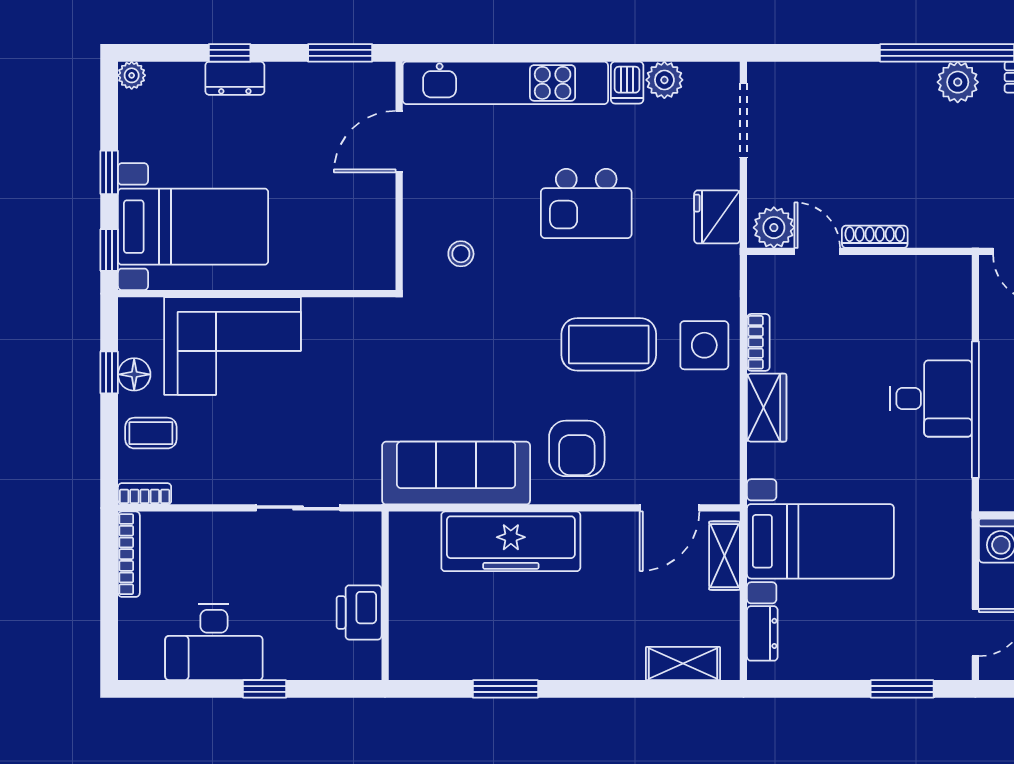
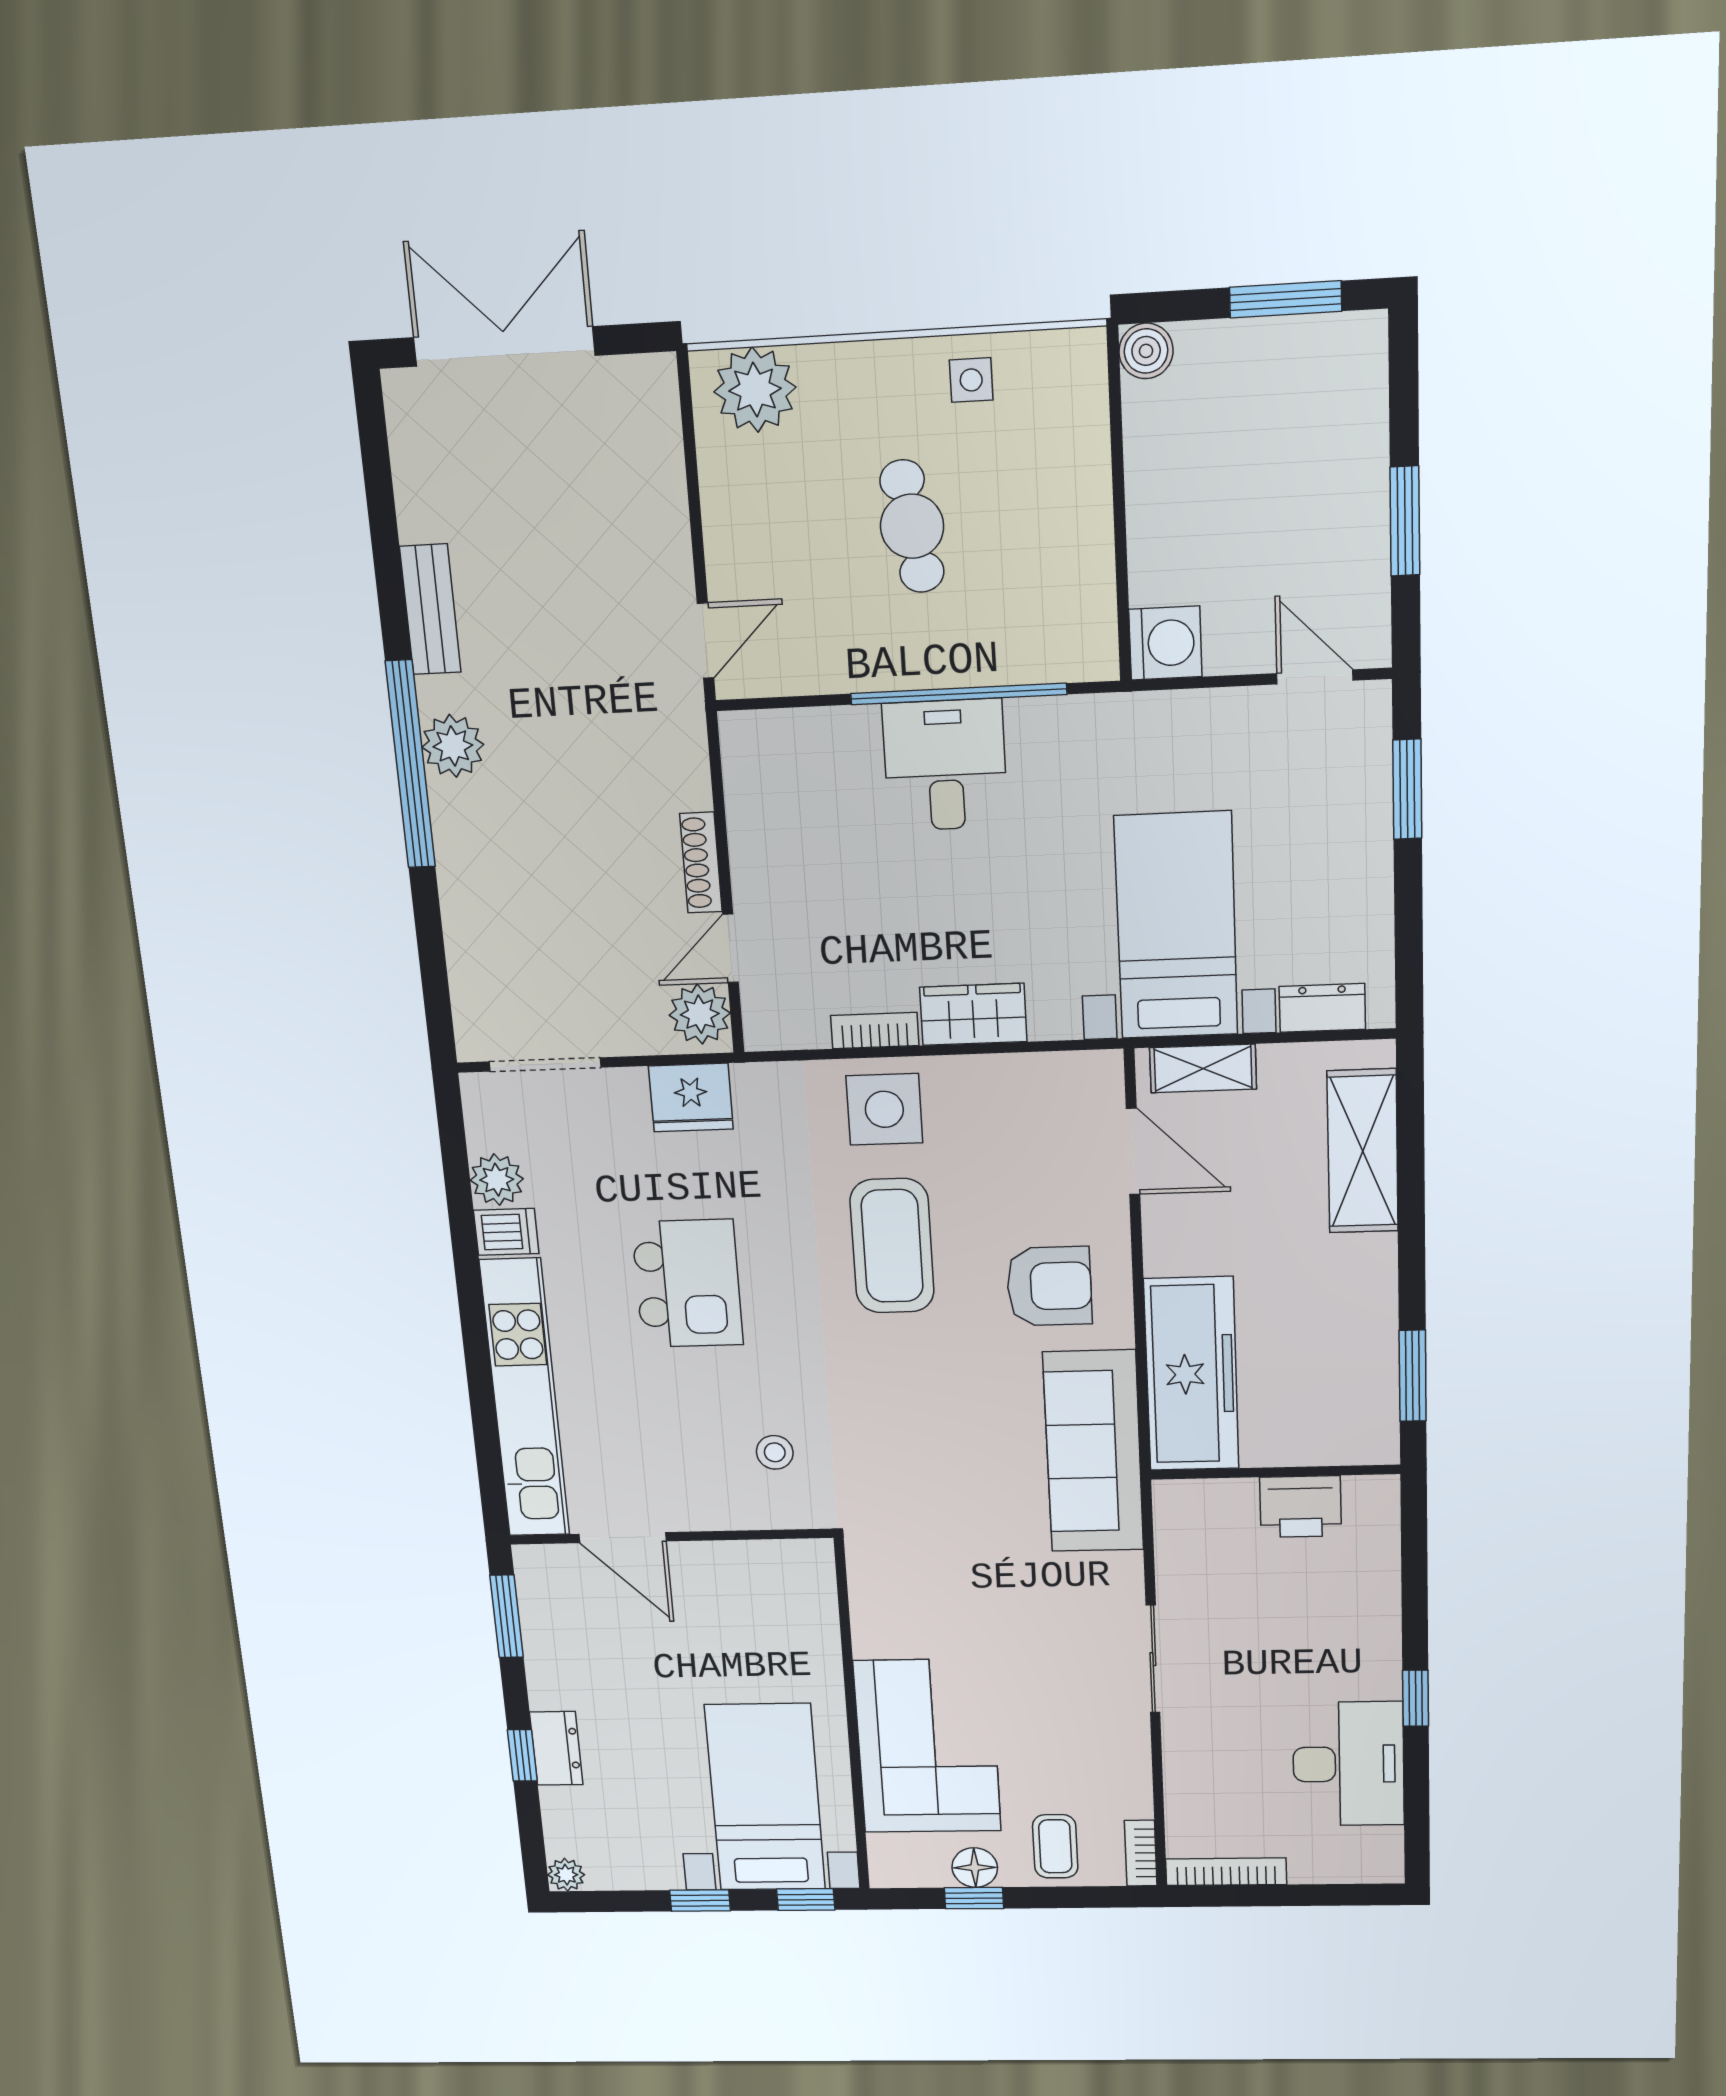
wall: (385, 596) -> (1275, 1472), moved
printer: (359, 612) -> (1301, 1507), moved
shelving: (683, 663) -> (1363, 1151), width x1.50, depth x1.33

